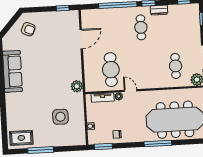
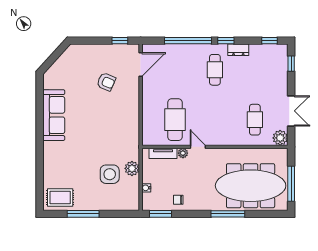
armchair: (28, 29) -> (106, 82), moved
door: (81, 39) -> (141, 65), moved
plant: (77, 86) -> (132, 168), moved

